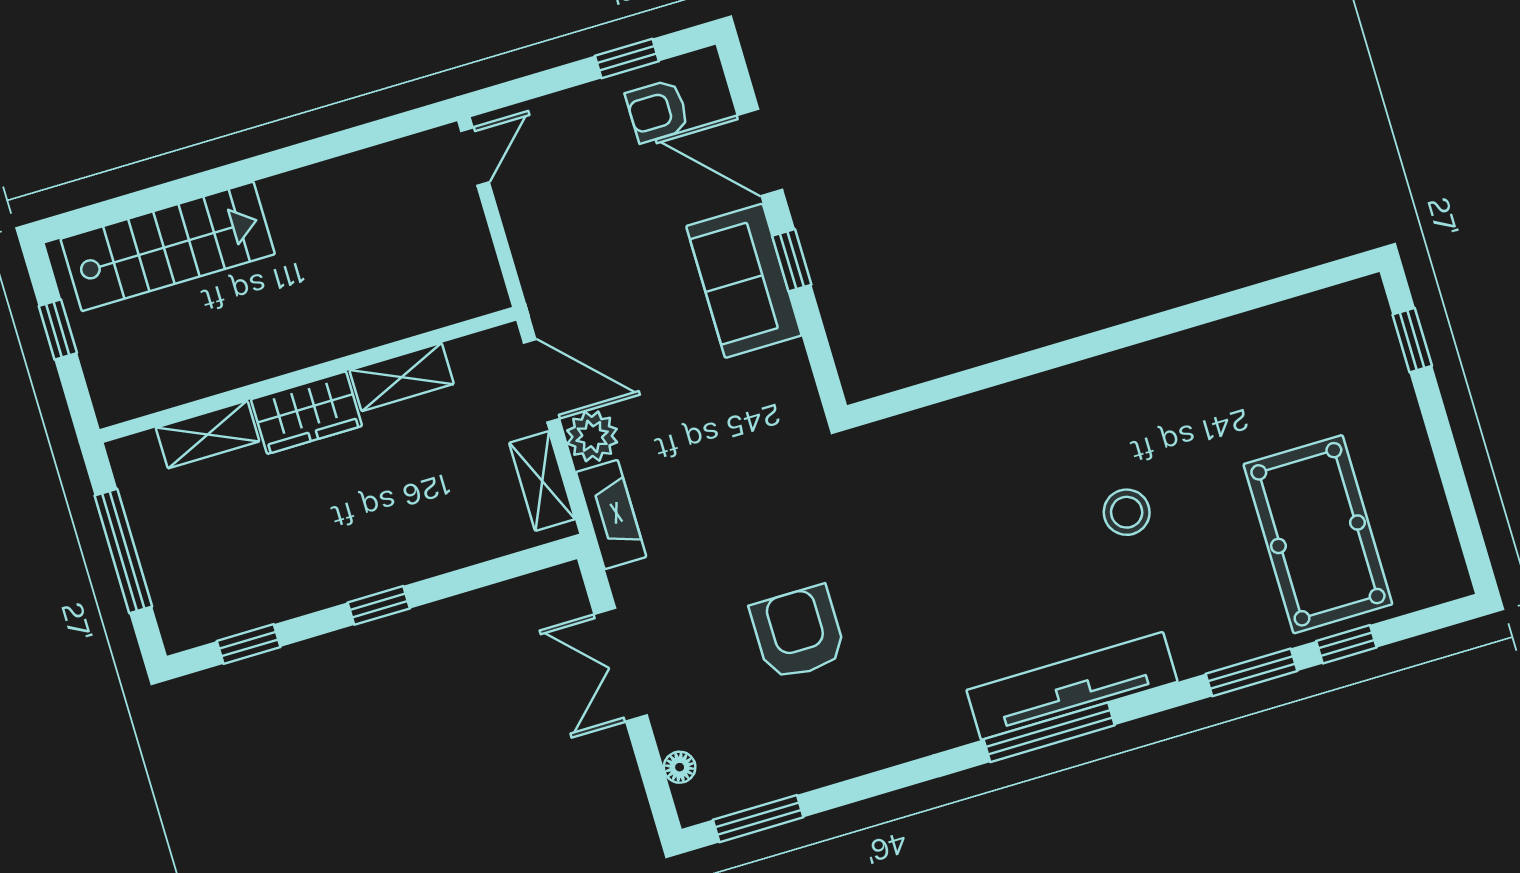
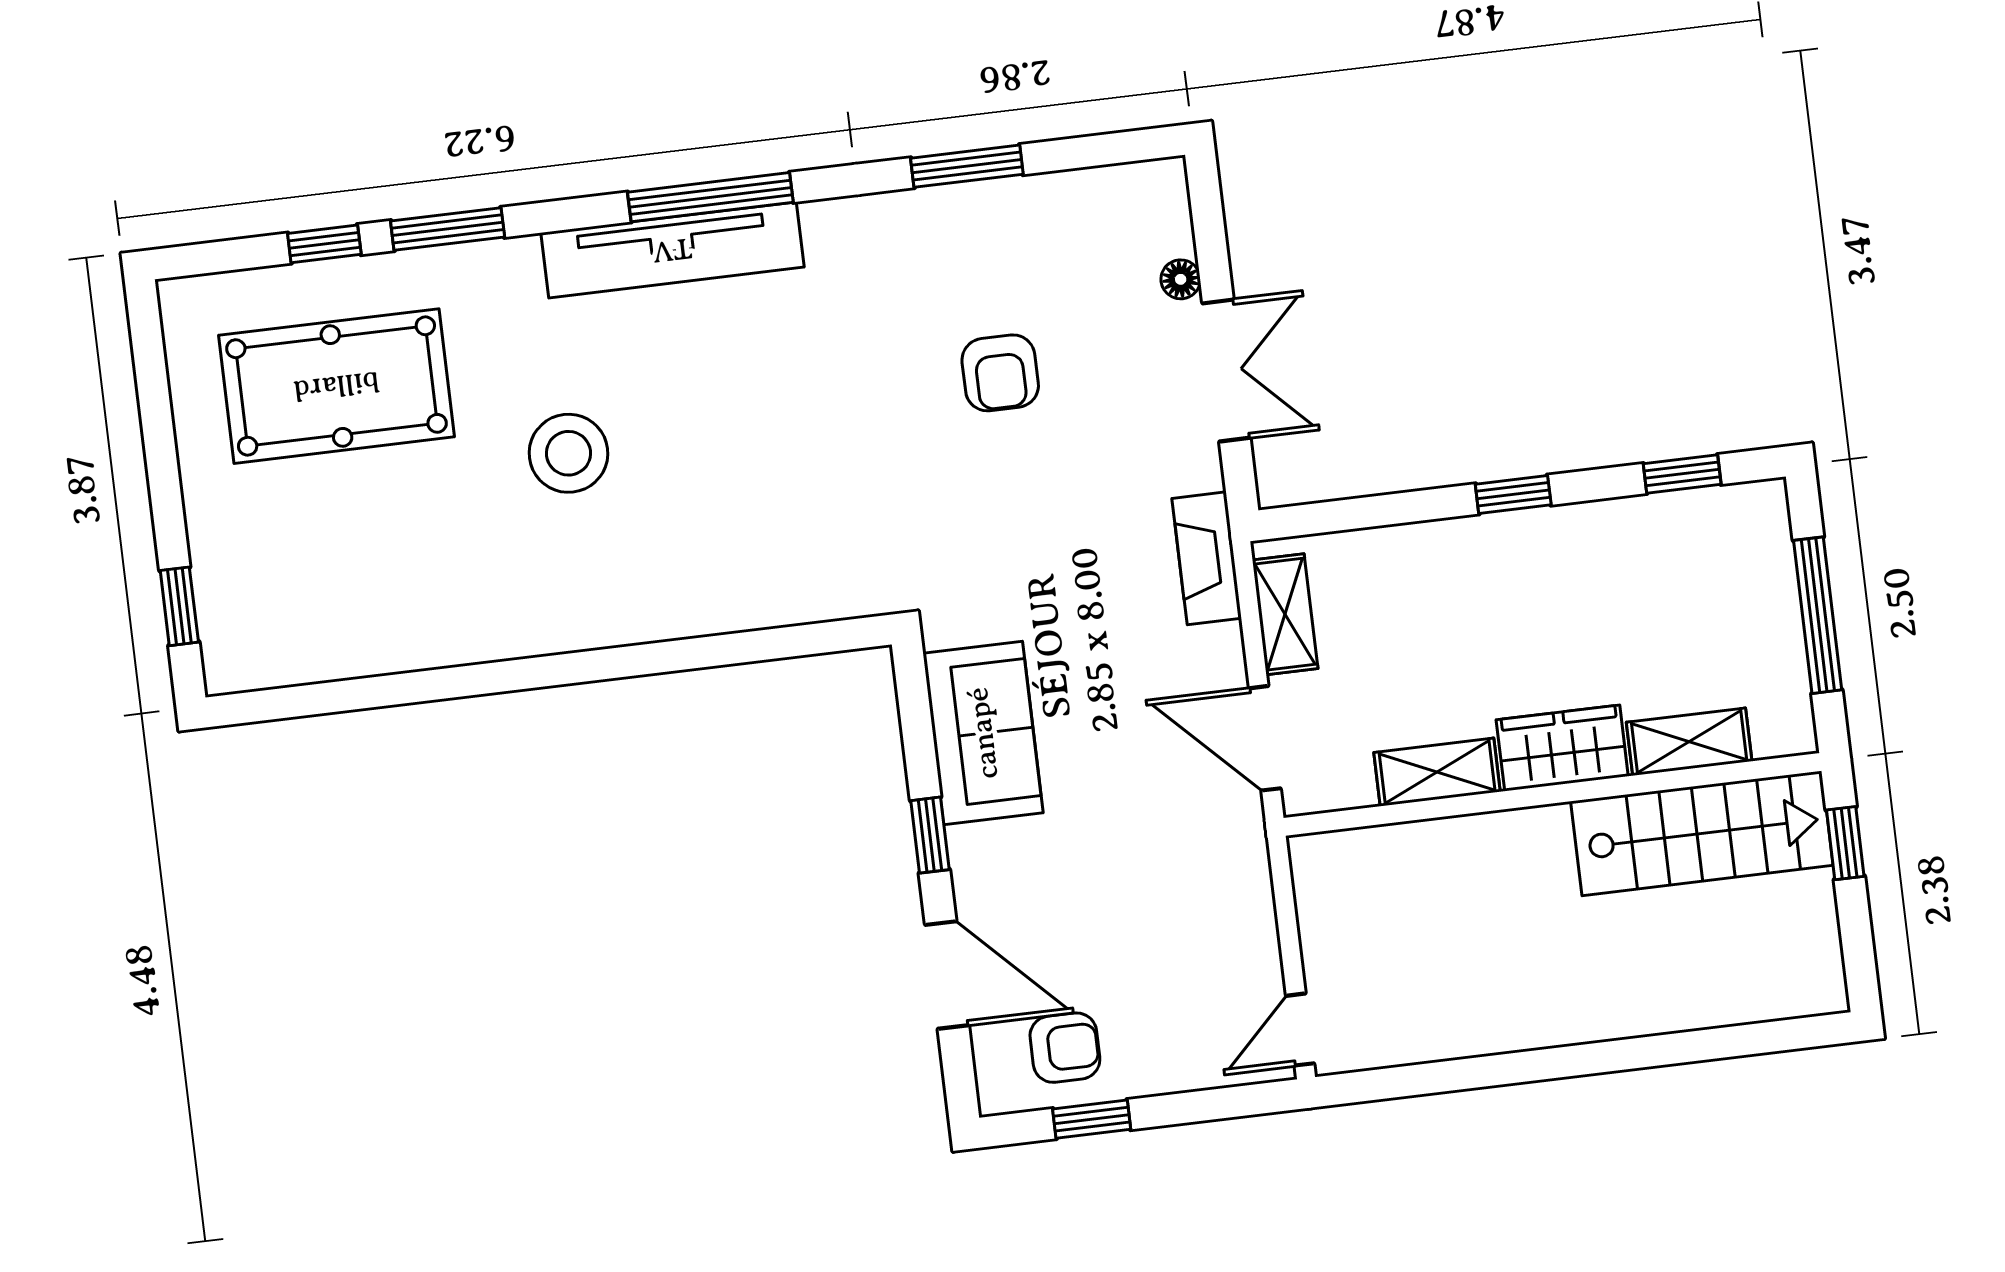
stairs: (168, 246) -> (1702, 833), moved, turned 180
sofa: (744, 281) -> (983, 733), moved
window: (58, 330) -> (1845, 843), moved
plant: (592, 436) -> (1214, 659), removed
stool: (1127, 512) -> (568, 453), width x1.38, depth x1.38
pool table: (1318, 534) -> (336, 386), turned 90
armchair: (798, 633) -> (1000, 373), width x0.72, depth x0.72
floor lamp: (680, 767) -> (1181, 279), moved
window: (758, 819) -> (967, 166), moved

